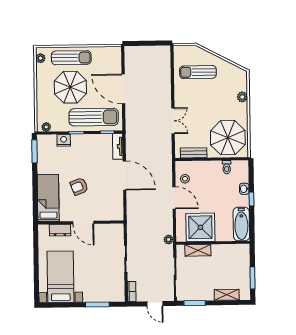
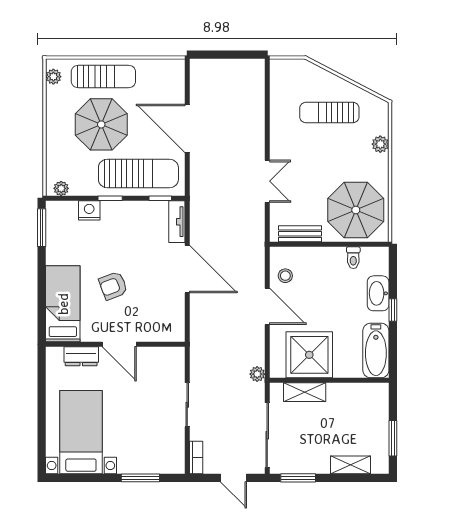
sun lounger: (198, 72) -> (329, 113), moved
washbasin: (244, 189) -> (378, 293), width x1.91, depth x1.45

